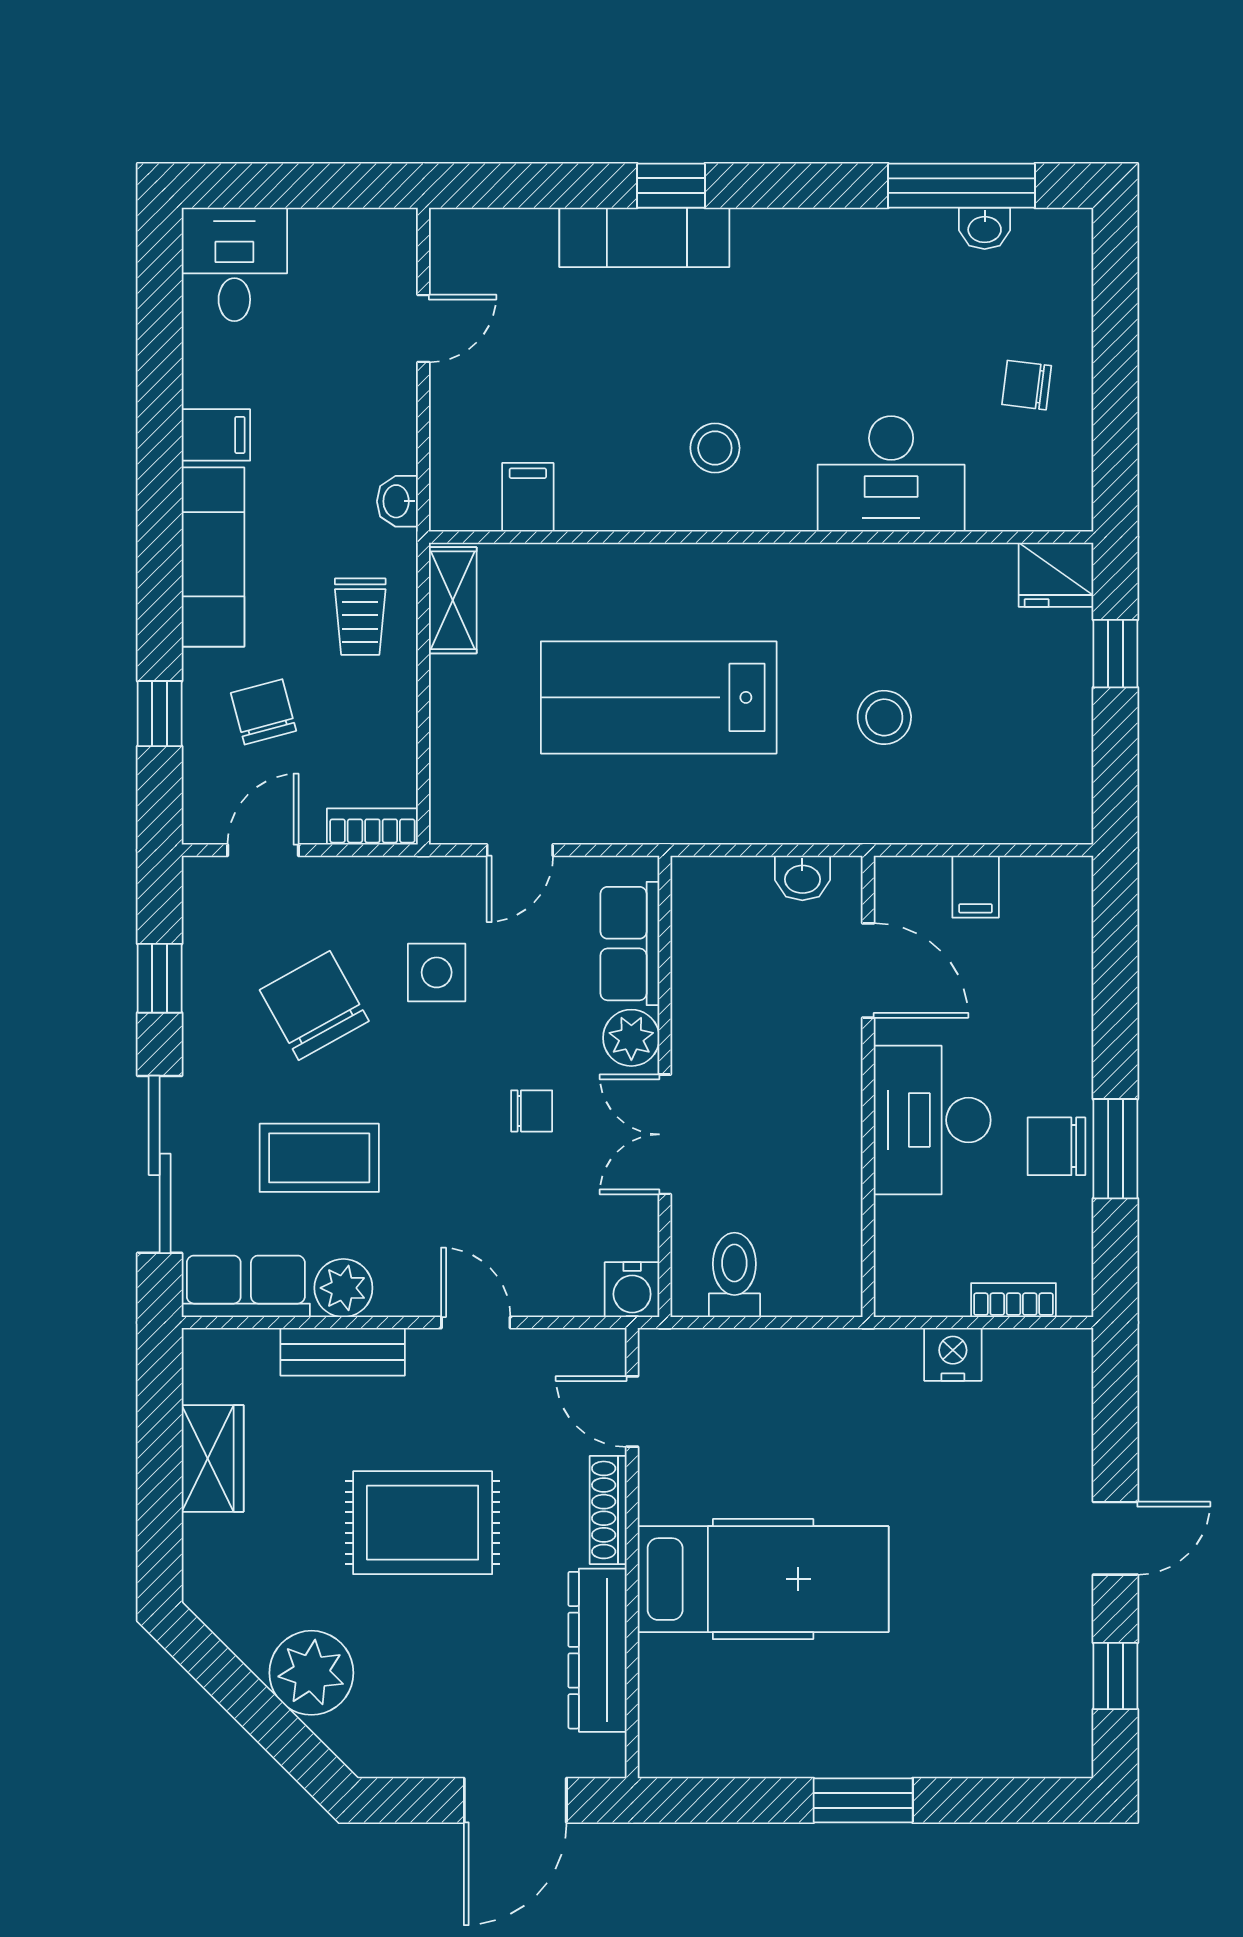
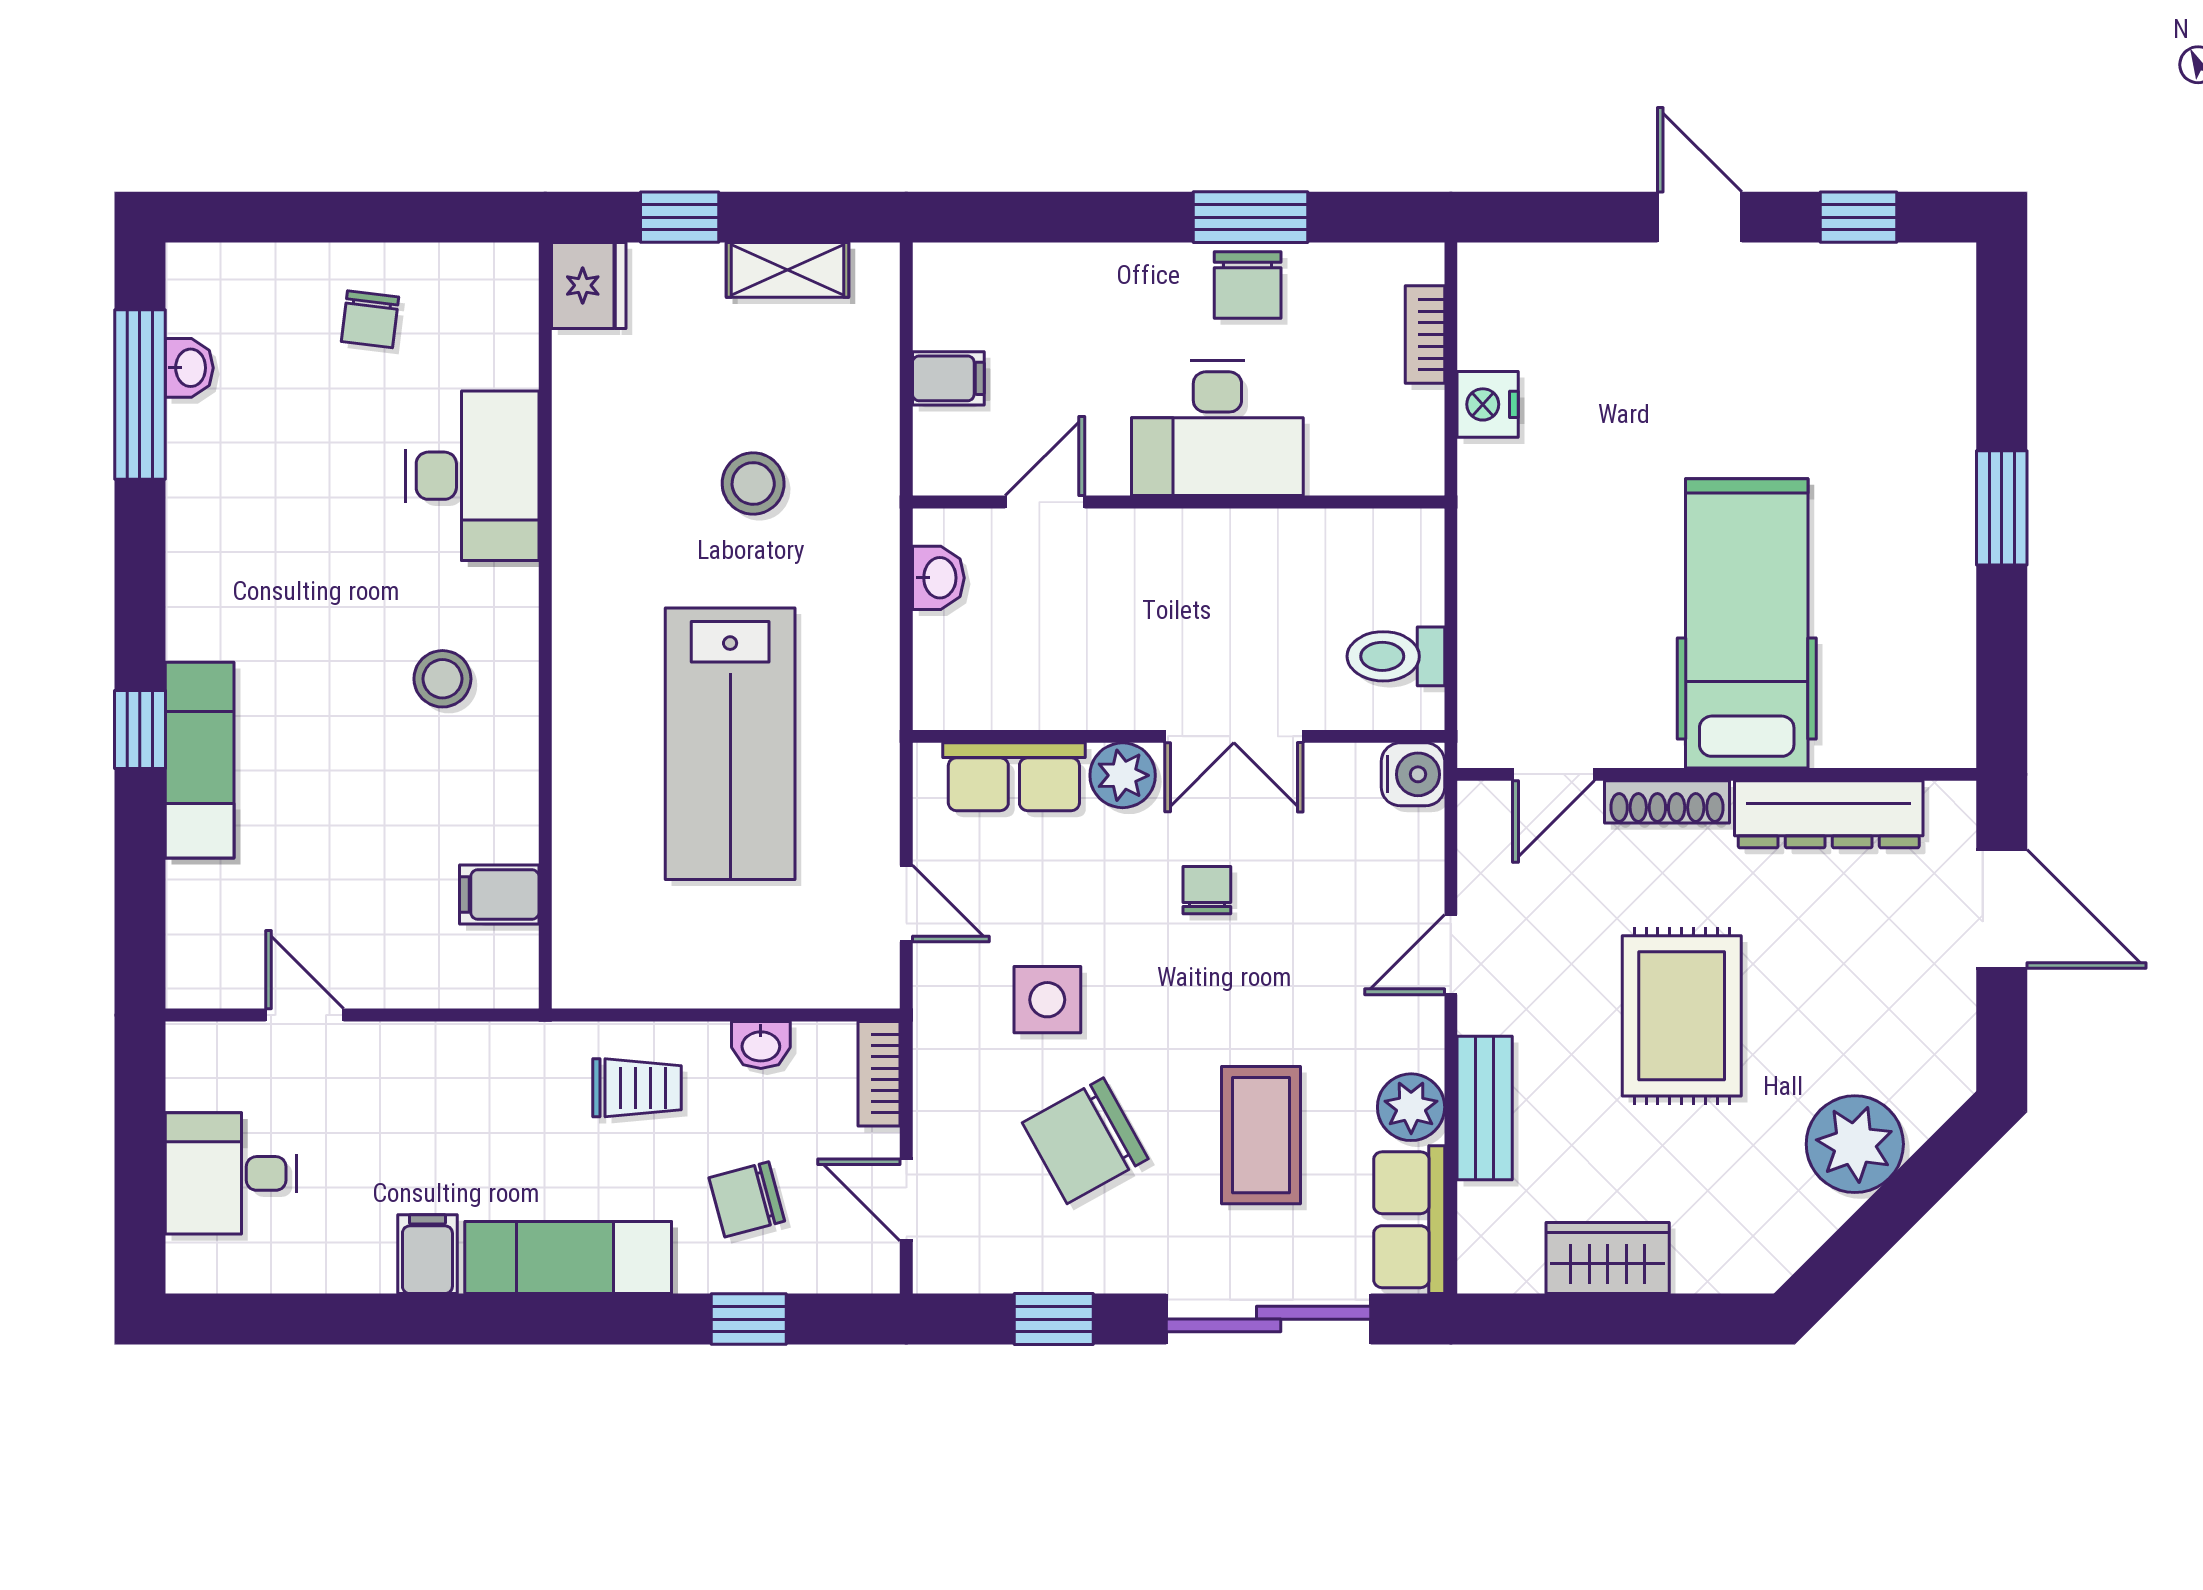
desk: (234, 264) -> (231, 1173), moved
washbasin: (397, 501) -> (761, 1045), moved
shelving: (453, 600) -> (788, 270), moved
door: (868, 970) -> (1045, 502), width x0.73

